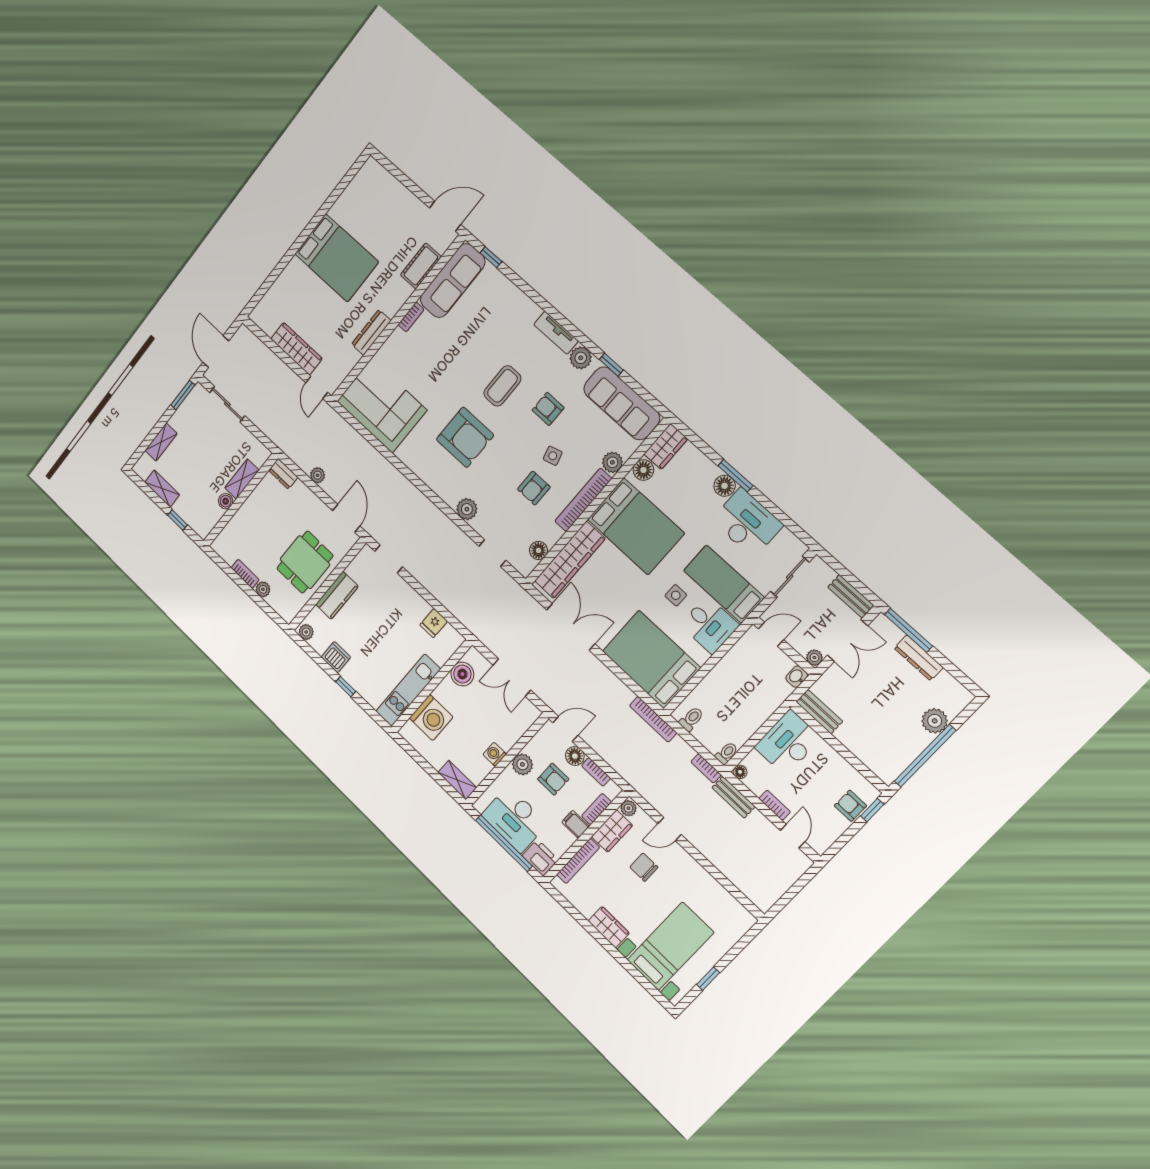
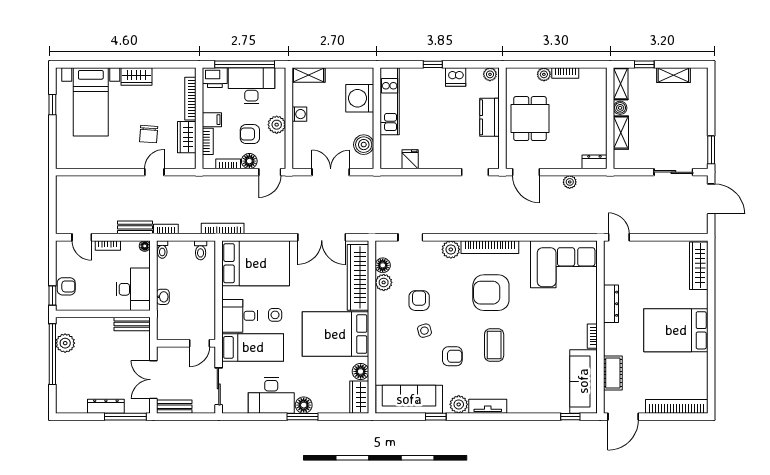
bookcase: (392, 185) -> (677, 406), added
wardrobe: (296, 349) -> (699, 266), moved, turned 90
shelving: (161, 442) -> (621, 84), moved
plant: (612, 462) -> (384, 282), moved
bookcase: (583, 500) -> (490, 247), moved, turned 90
plant: (814, 658) -> (163, 353), removed
washbasin: (797, 677) -> (163, 297), moved
plant: (935, 721) -> (65, 343), moved
plant: (628, 808) -> (189, 161), removed
chair: (644, 867) -> (149, 134), turned 94

